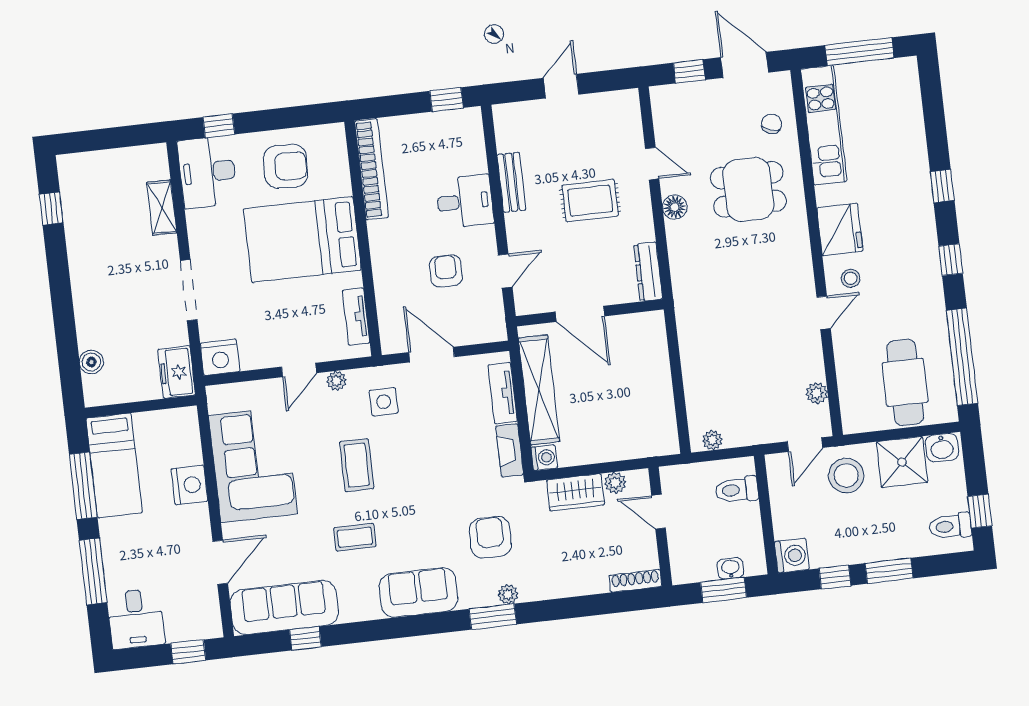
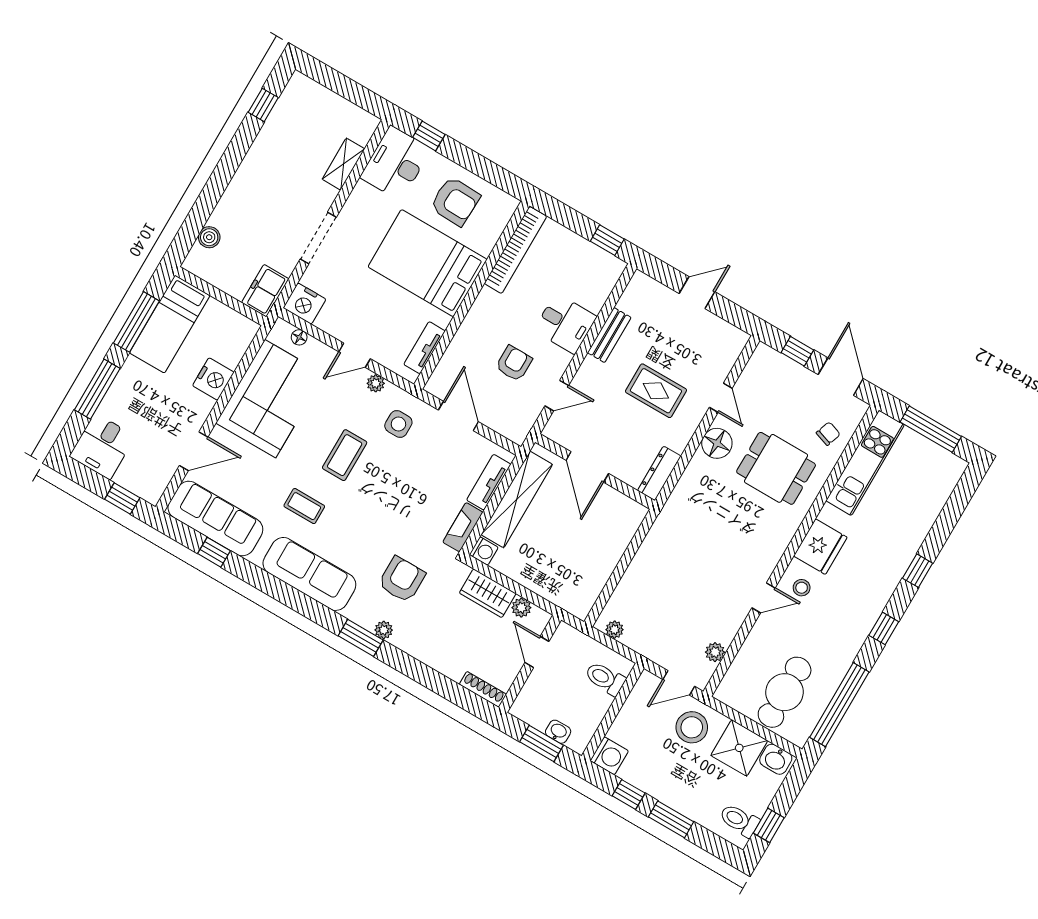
floor lamp: (675, 207) -> (717, 443), width x1.38, depth x1.38
floor lamp: (238, 391) -> (299, 337), added
sofa: (418, 592) -> (309, 574), width x1.36

